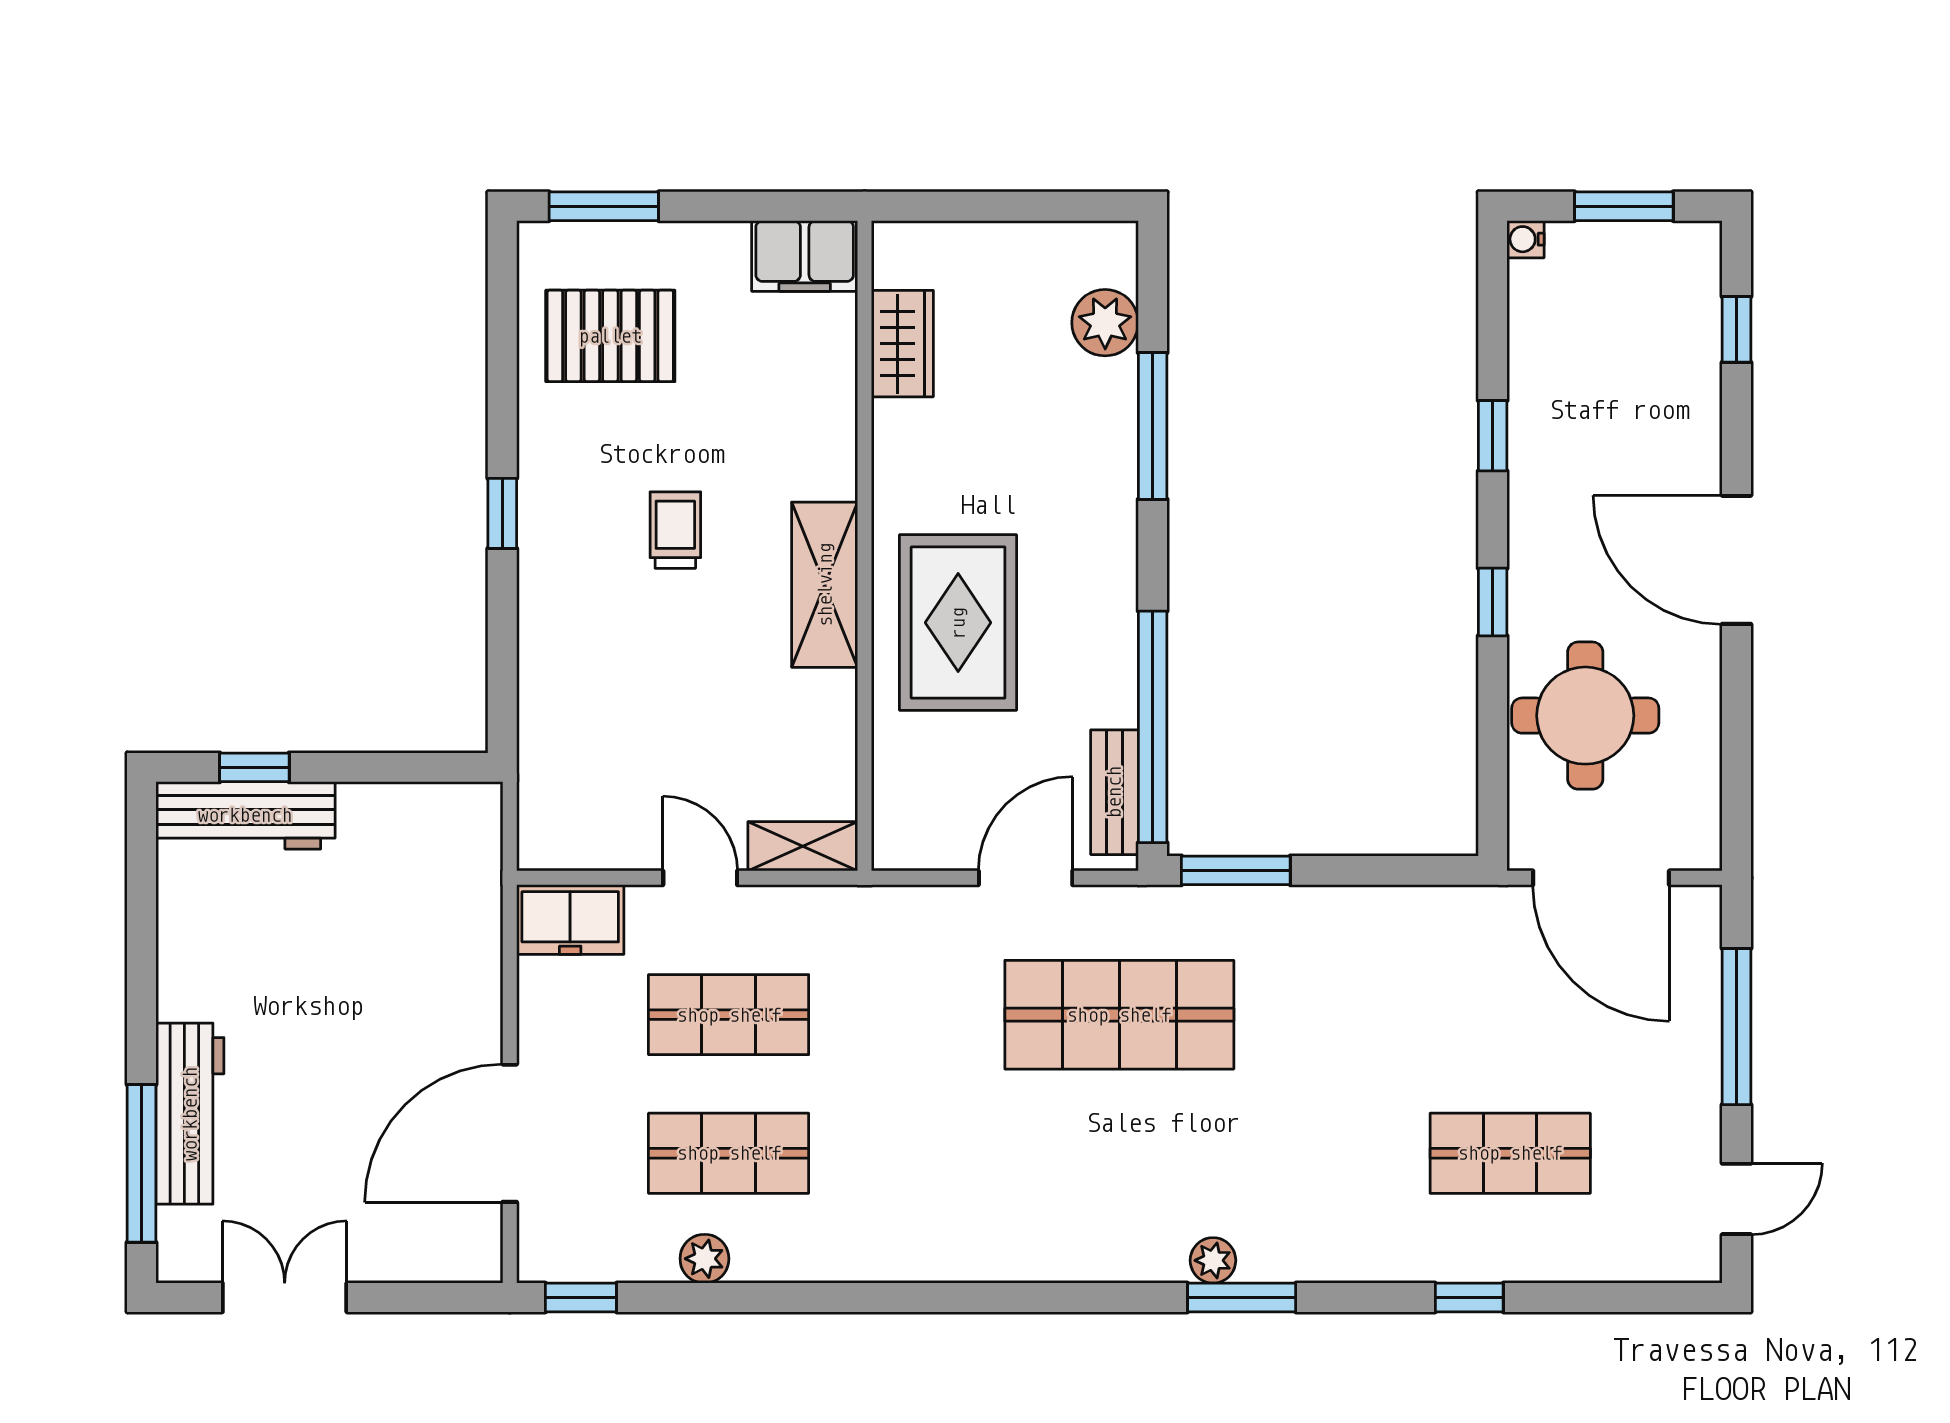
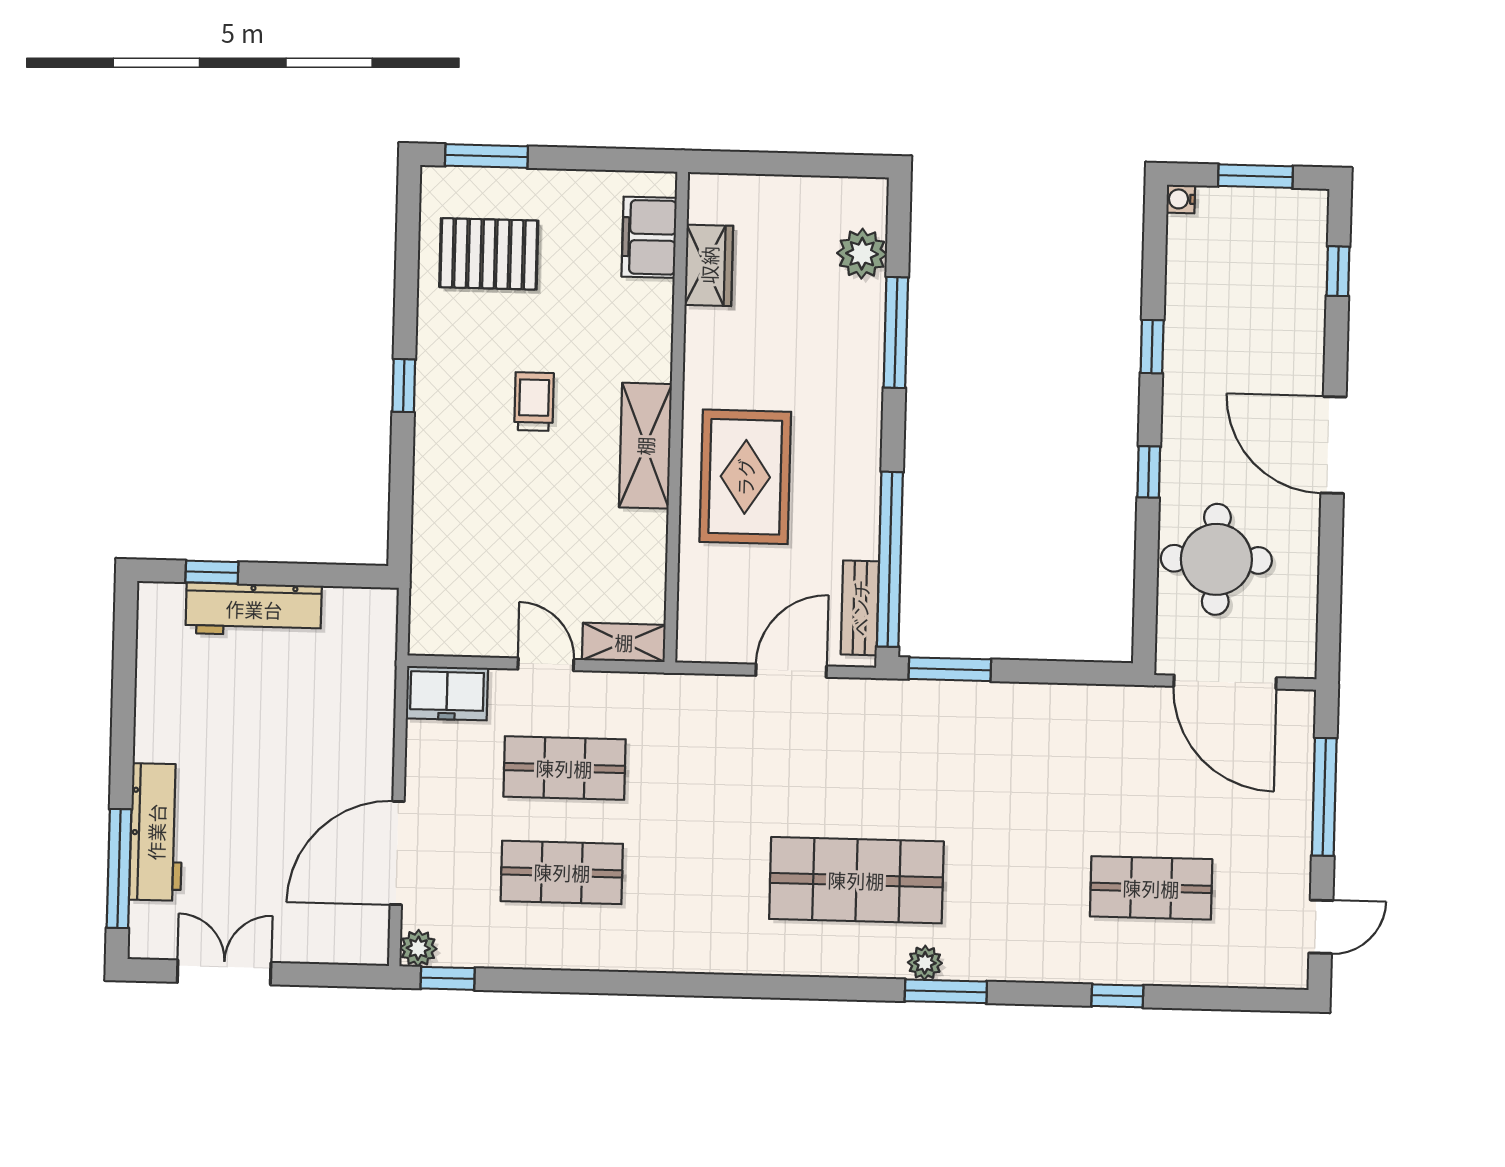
filing cabinet: (805, 256) -> (649, 237), moved, turned 90
workbench: (245, 815) -> (254, 609), moved
shop shelf: (1119, 1015) -> (856, 880), moved
plant: (704, 1259) -> (418, 948), moved

